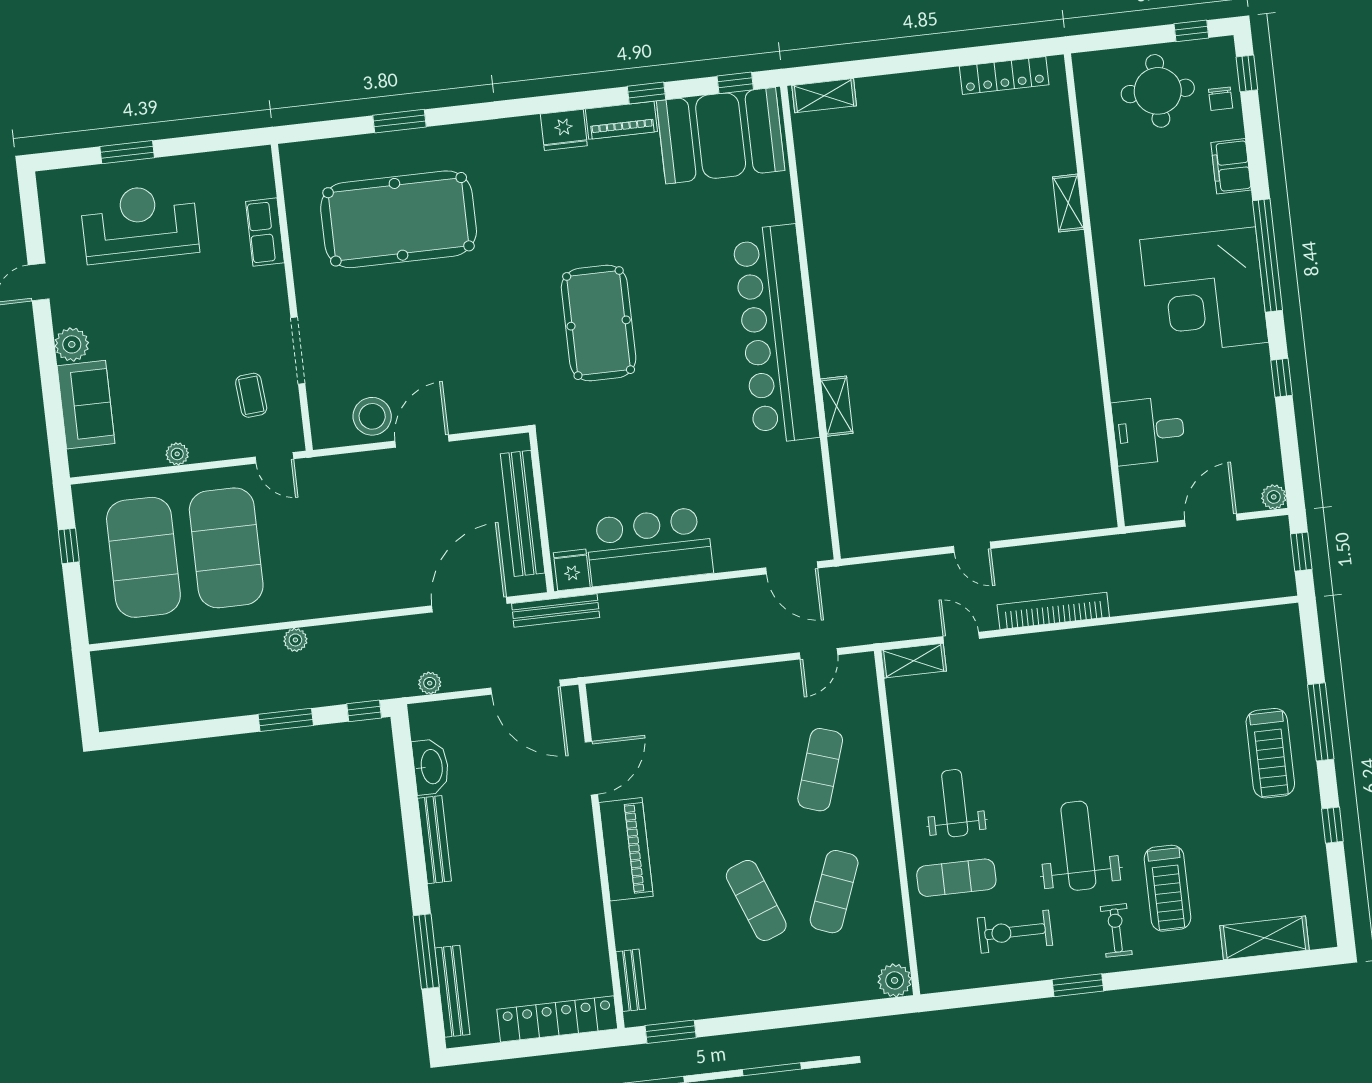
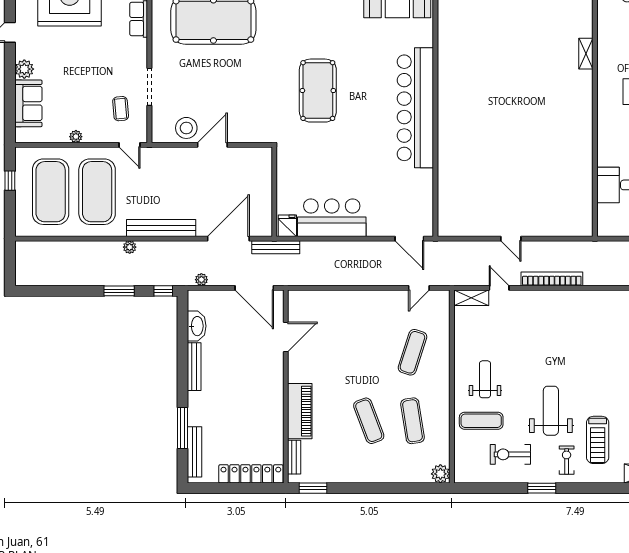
shelving: (837, 406) -> (445, 152), removed
bench: (523, 513) -> (161, 228), moved, turned 90
piano: (626, 849) -> (300, 411), moved
exercise mat: (834, 892) -> (412, 421), turned -30

